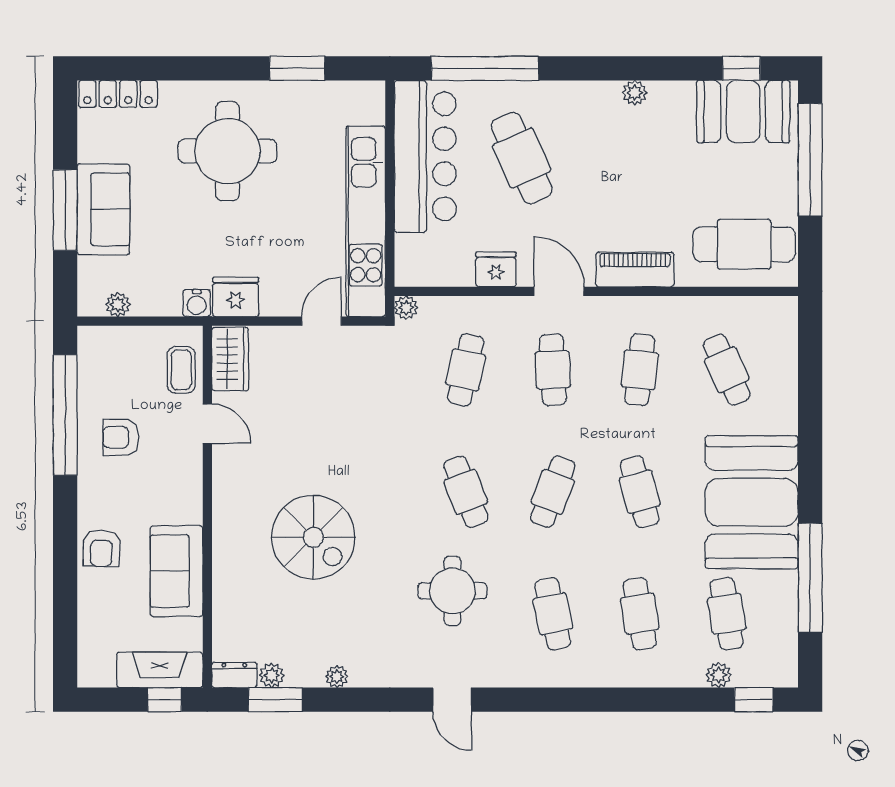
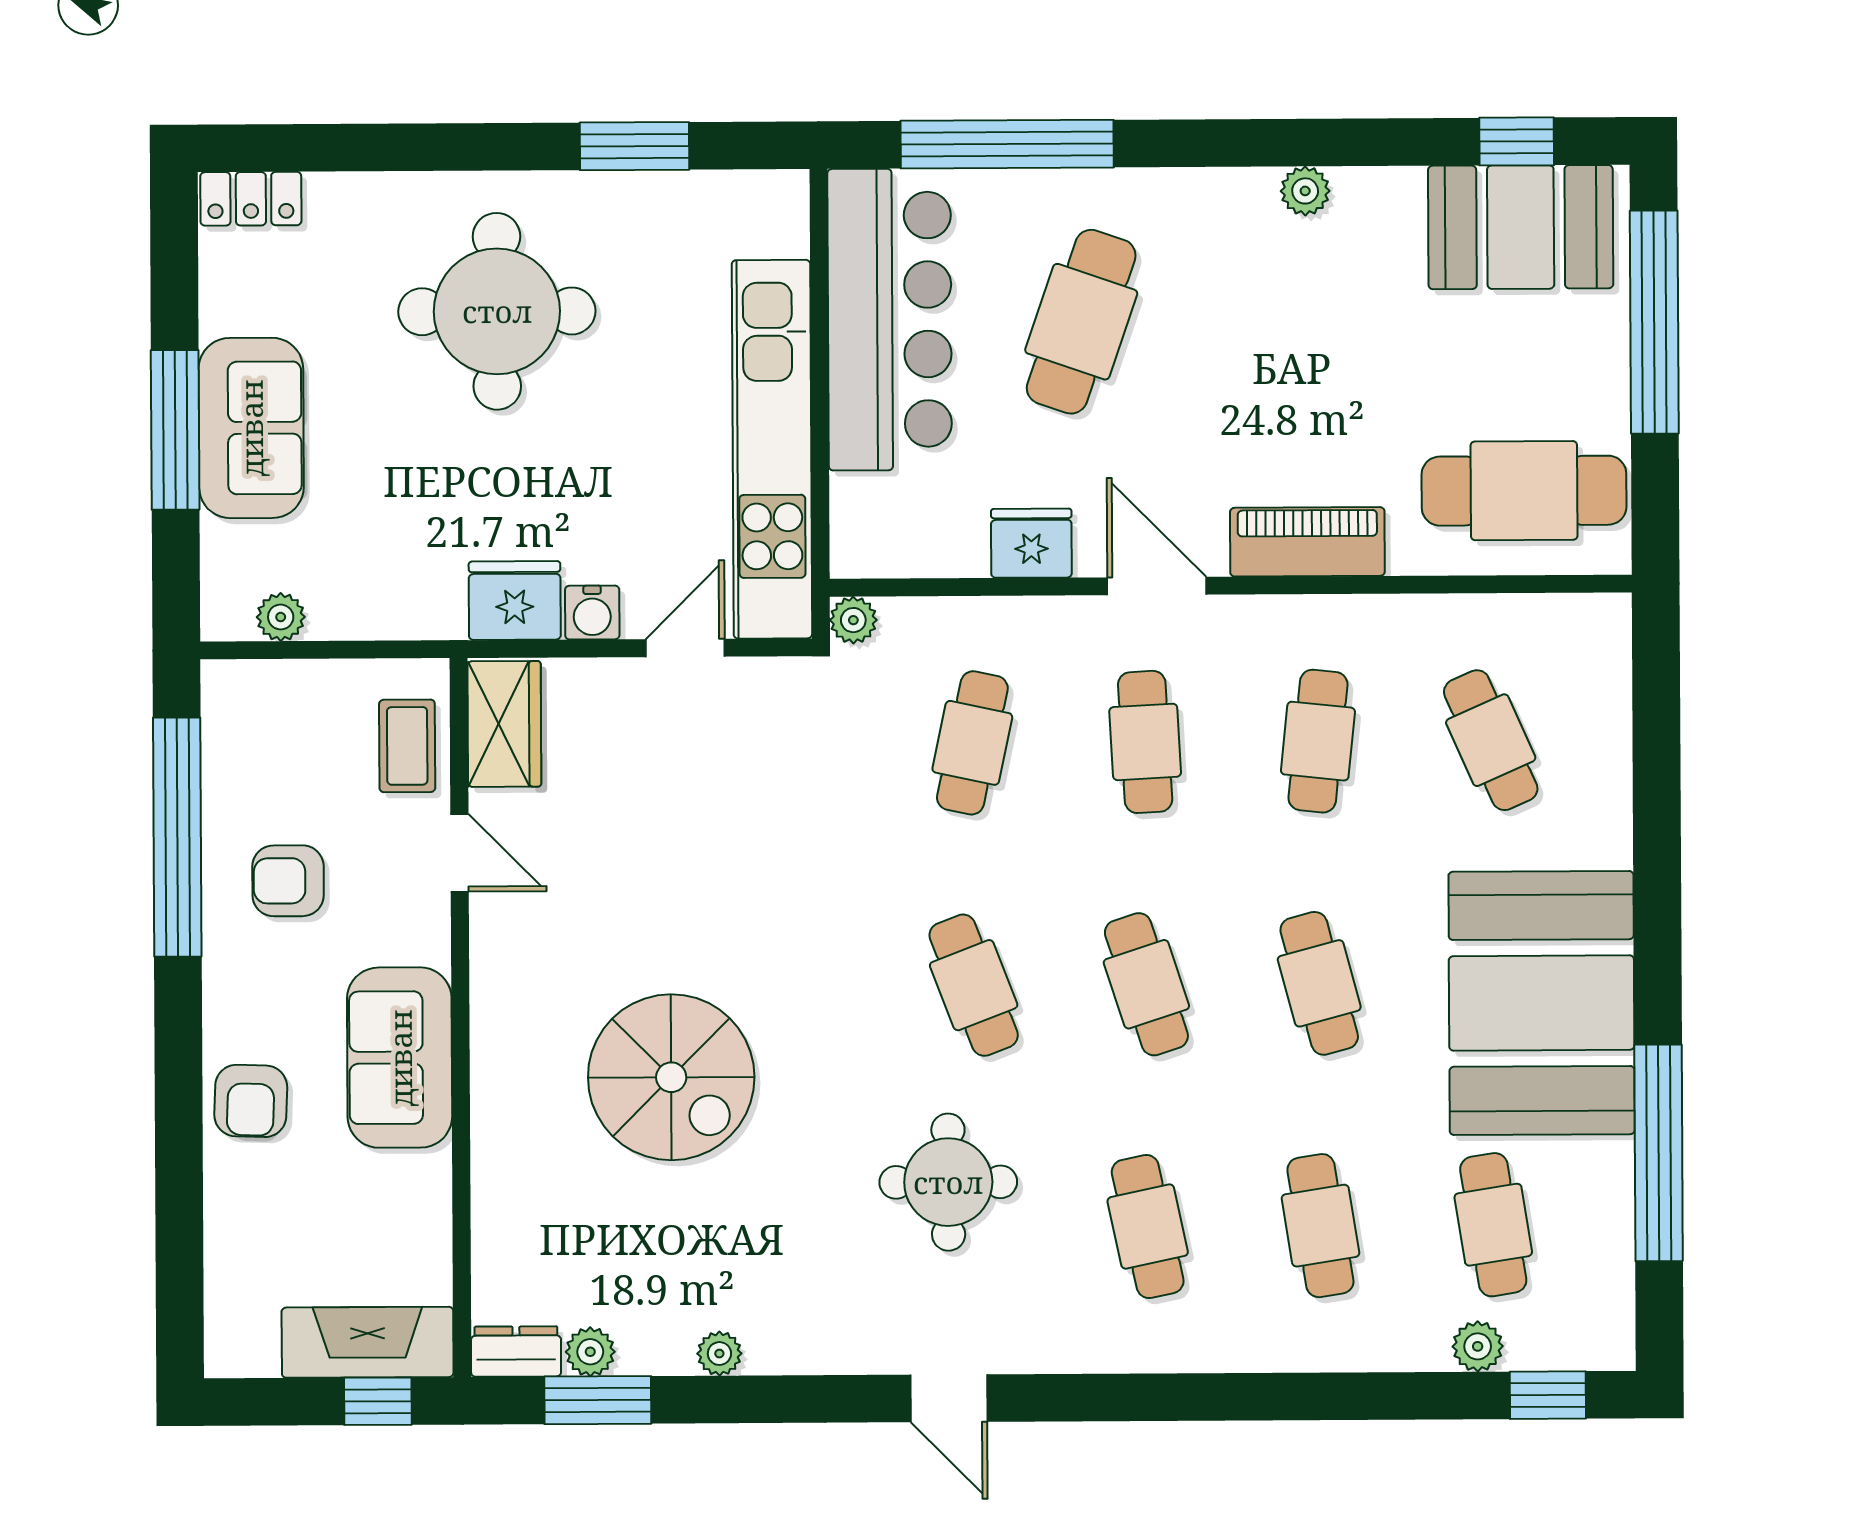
locker: (118, 94) -> (251, 199), width x0.66
cafe table: (522, 158) -> (1081, 322), turned 43
water cooler: (197, 303) -> (592, 612), moved
cafe table: (553, 492) -> (1146, 984), turned -39
sofa: (177, 571) -> (400, 1058), moved

